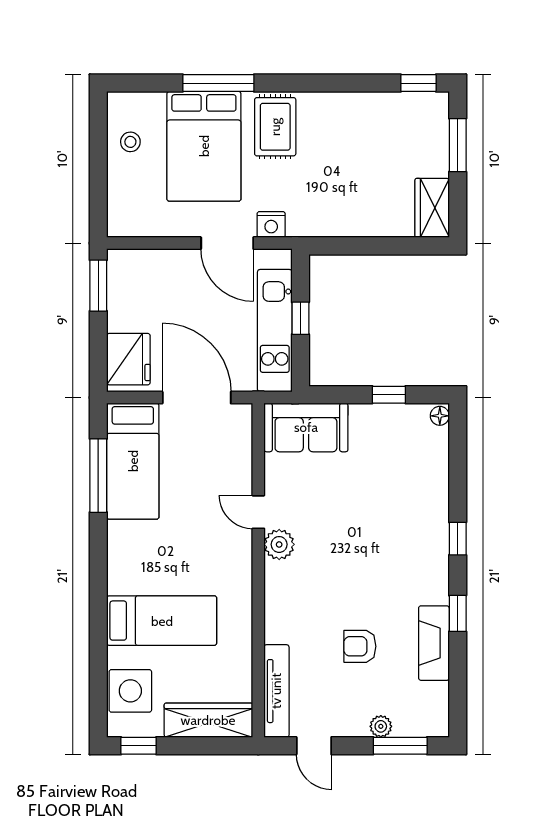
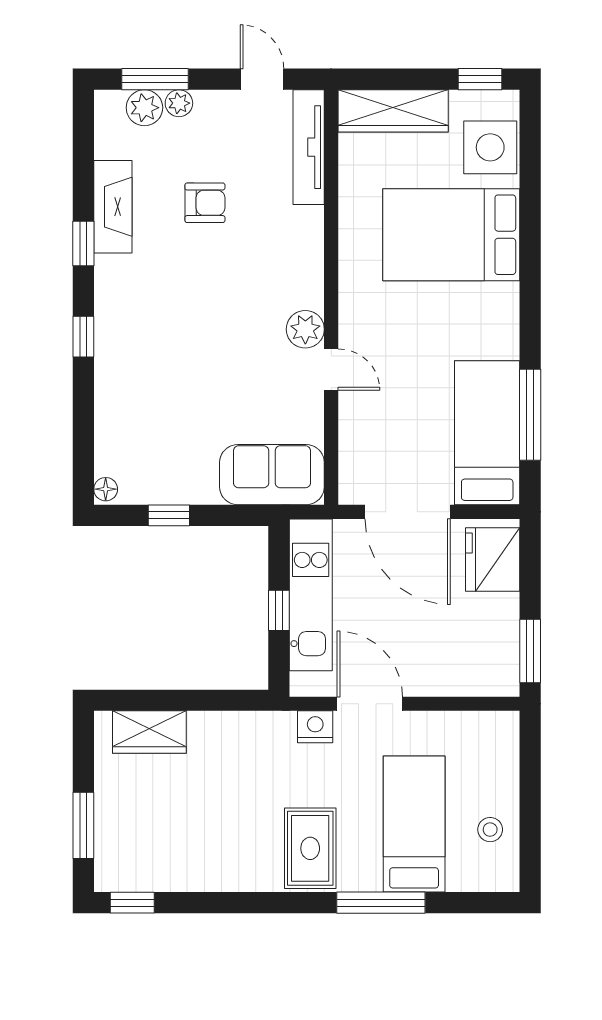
bed: (204, 146) -> (414, 824), width x0.67
wardrobe: (432, 208) -> (149, 732), moved, turned 90
bed: (162, 621) -> (451, 235), width x1.50
plant: (409, 723) -> (144, 108), added

